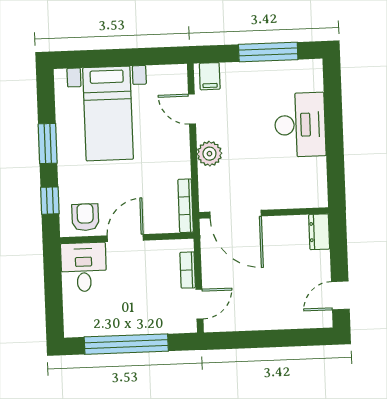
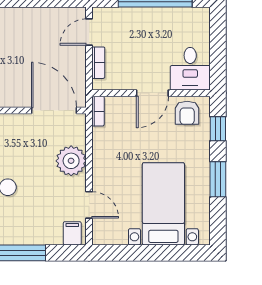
plant: (209, 154) -> (71, 161), width x1.36, depth x1.36
bookcase: (186, 206) -> (98, 111), width x0.64

